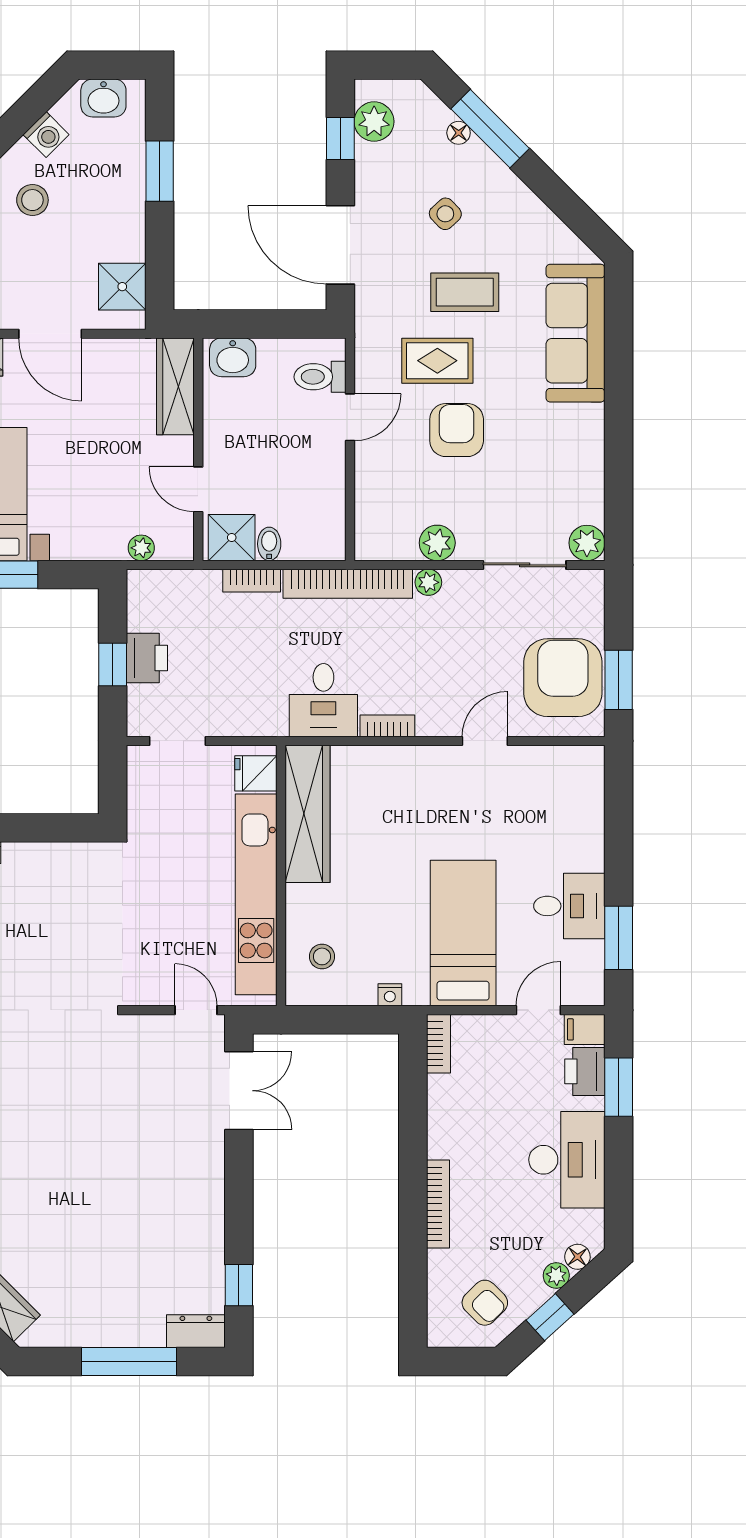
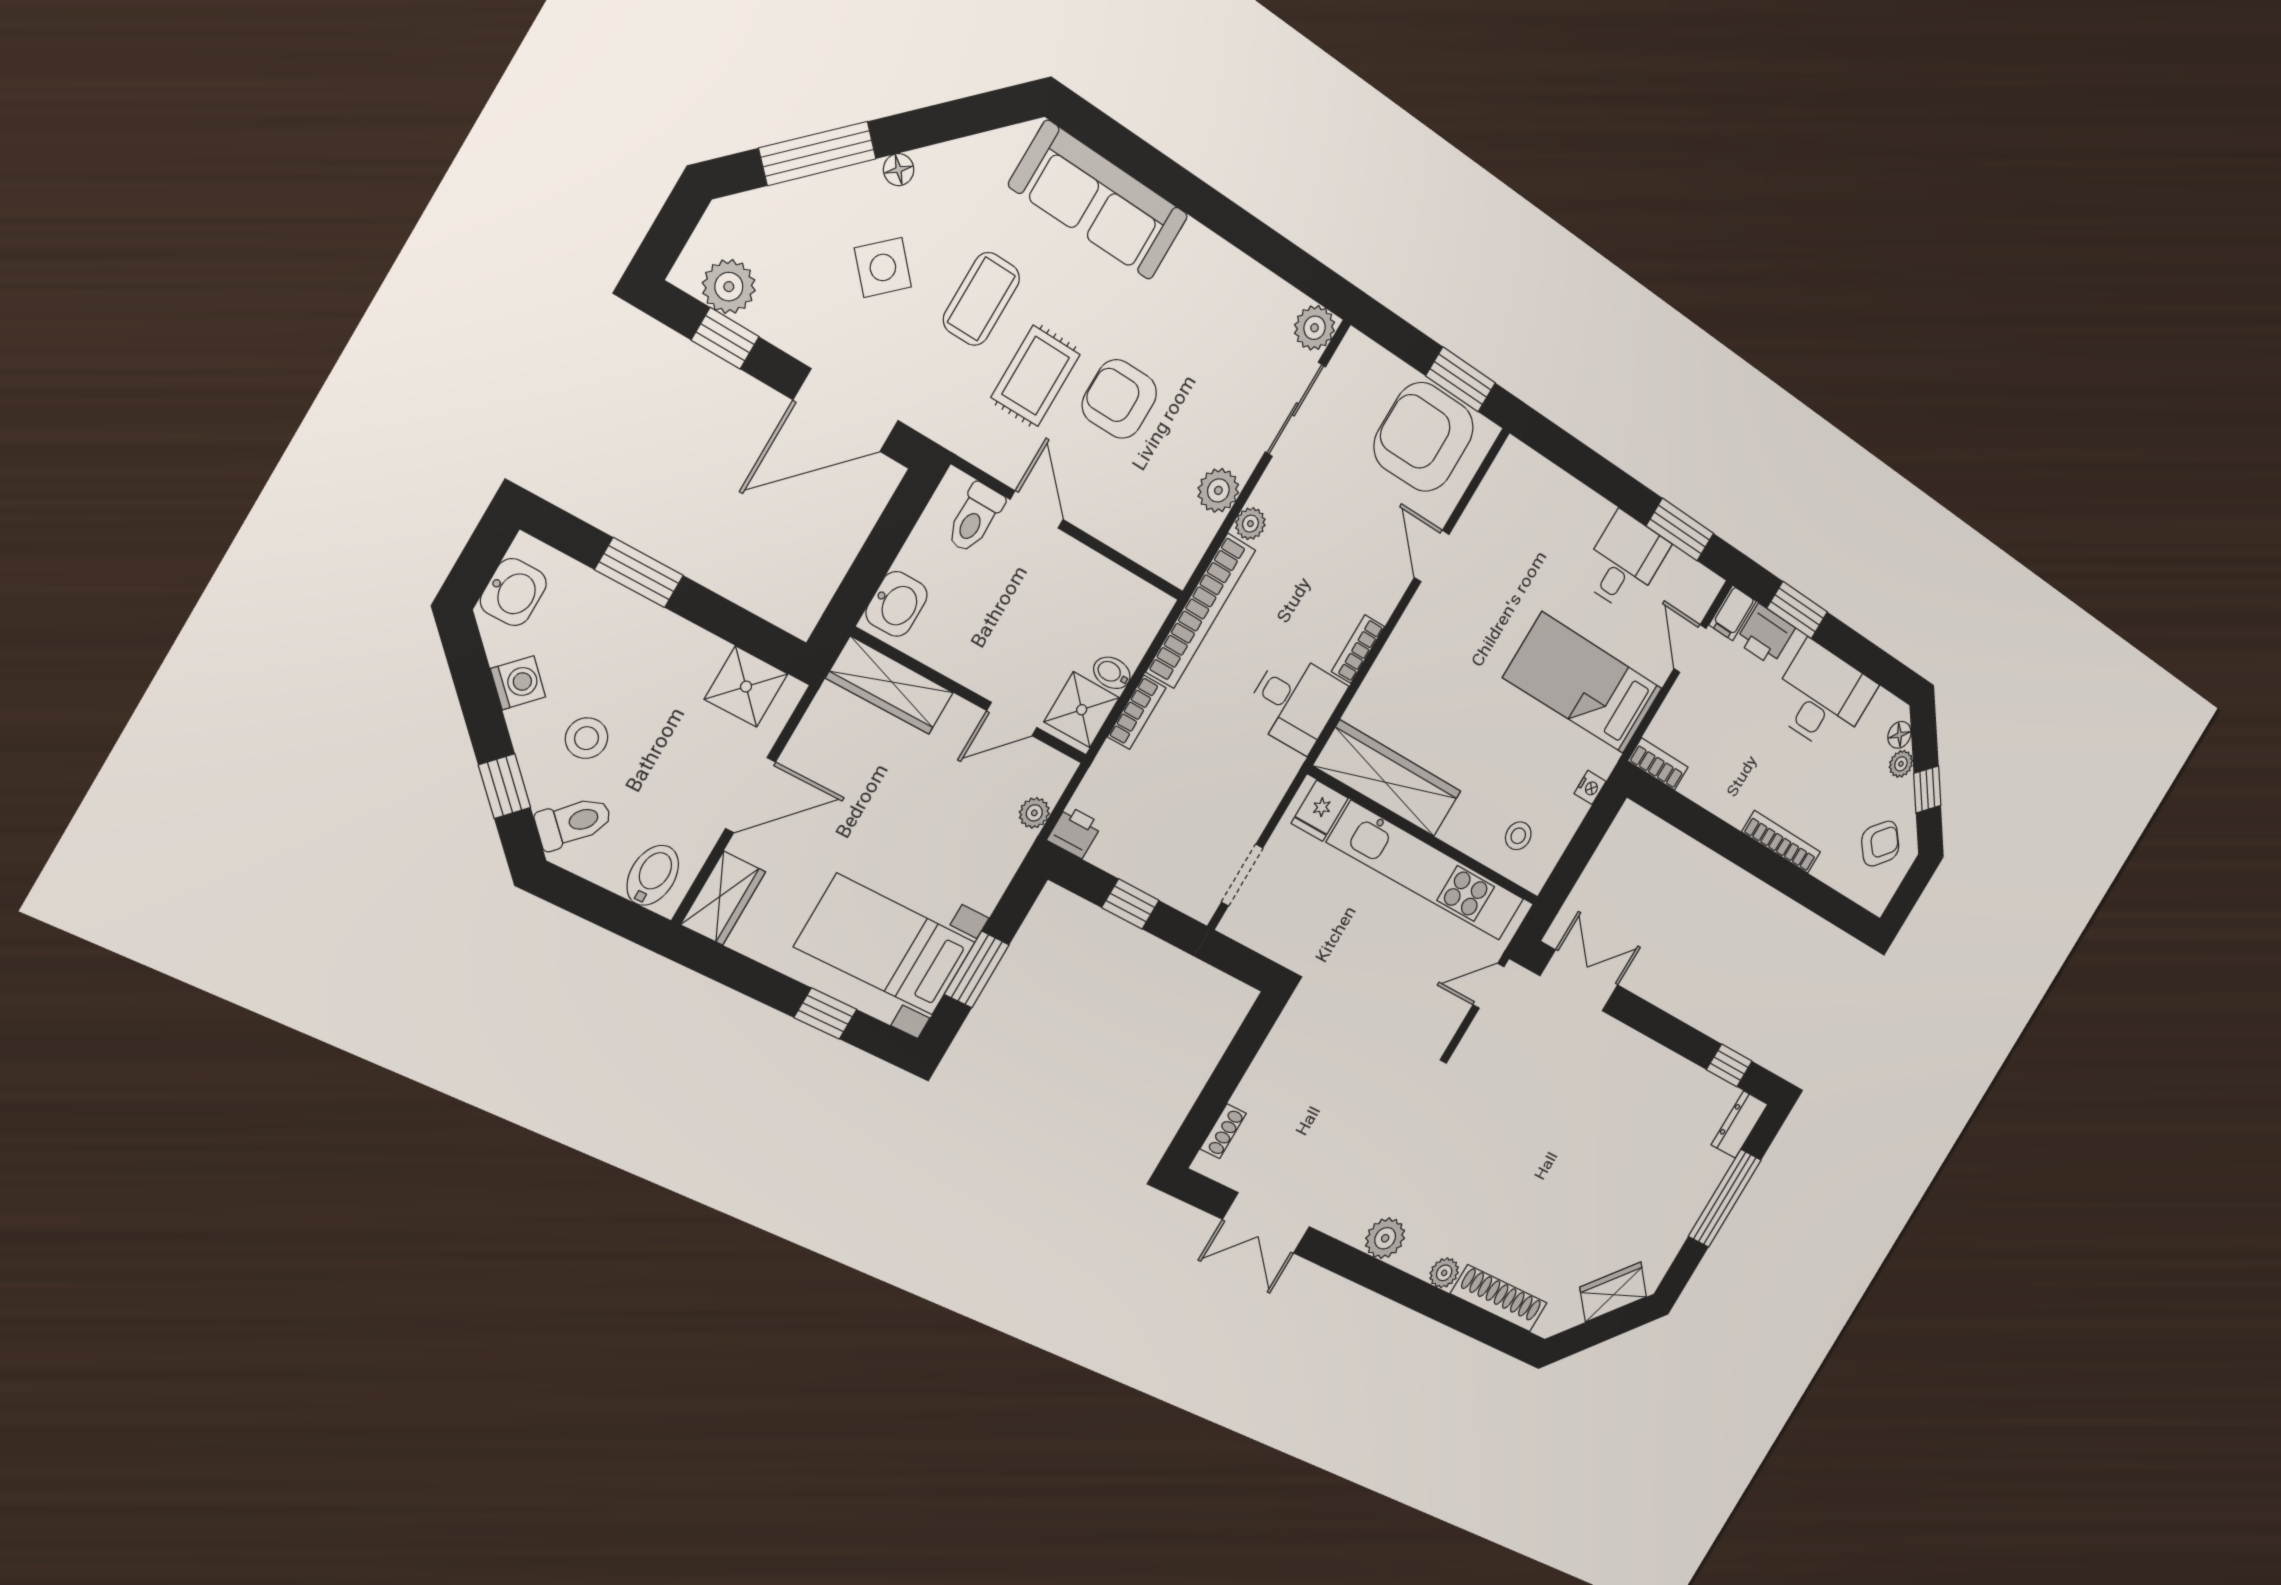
floor lamp: (459, 133) -> (899, 170), moved
side table: (445, 214) -> (883, 267), width x1.37, depth x1.37
printer: (147, 658) -> (1074, 832), moved, width x0.73, depth x0.81

